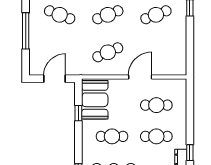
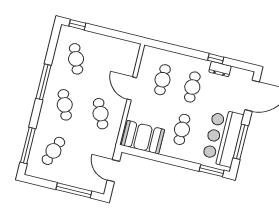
window: (26, 31) -> (74, 190), moved
window: (78, 113) -> (152, 156), removed

